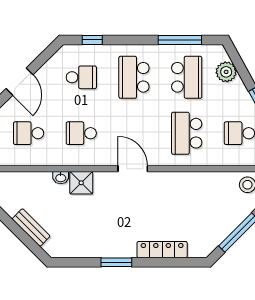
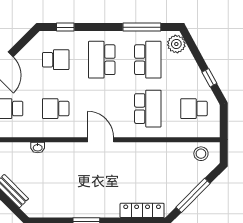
plant: (226, 72) -> (176, 44), moved
school desk: (187, 133) -> (148, 109), turned 180
shower: (81, 183) -> (56, 152), removed
locker: (162, 250) -> (142, 210), moved

